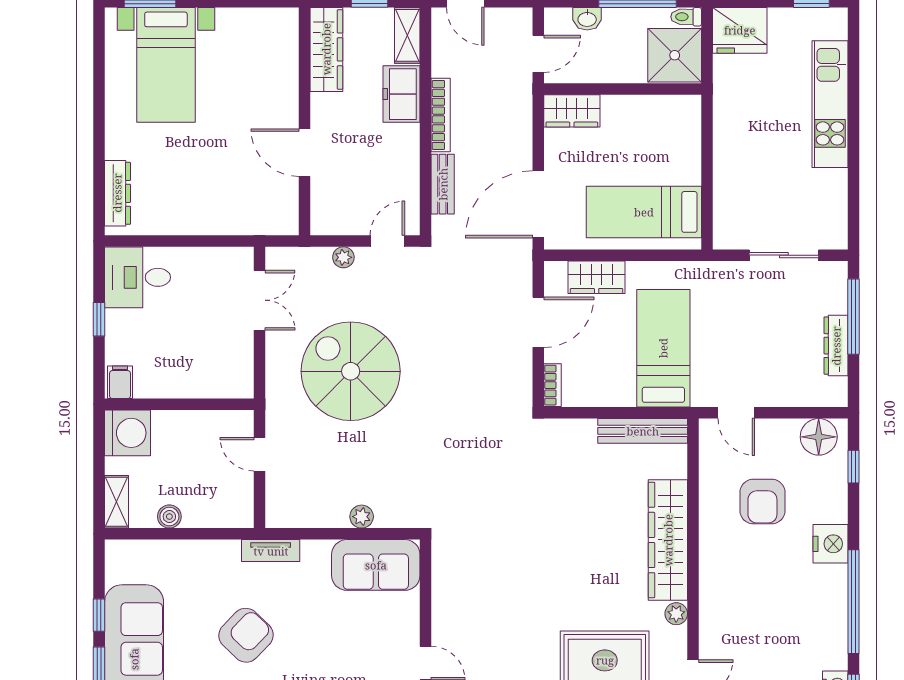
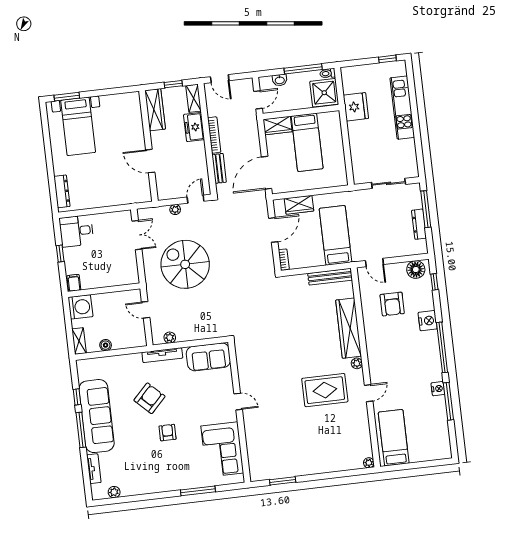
fridge: (740, 30) -> (356, 107), moved, turned -90
bed: (644, 212) -> (307, 142), moved, turned -90
plant: (362, 517) -> (170, 338), moved
tv unit: (271, 551) -> (162, 355), width x1.41

